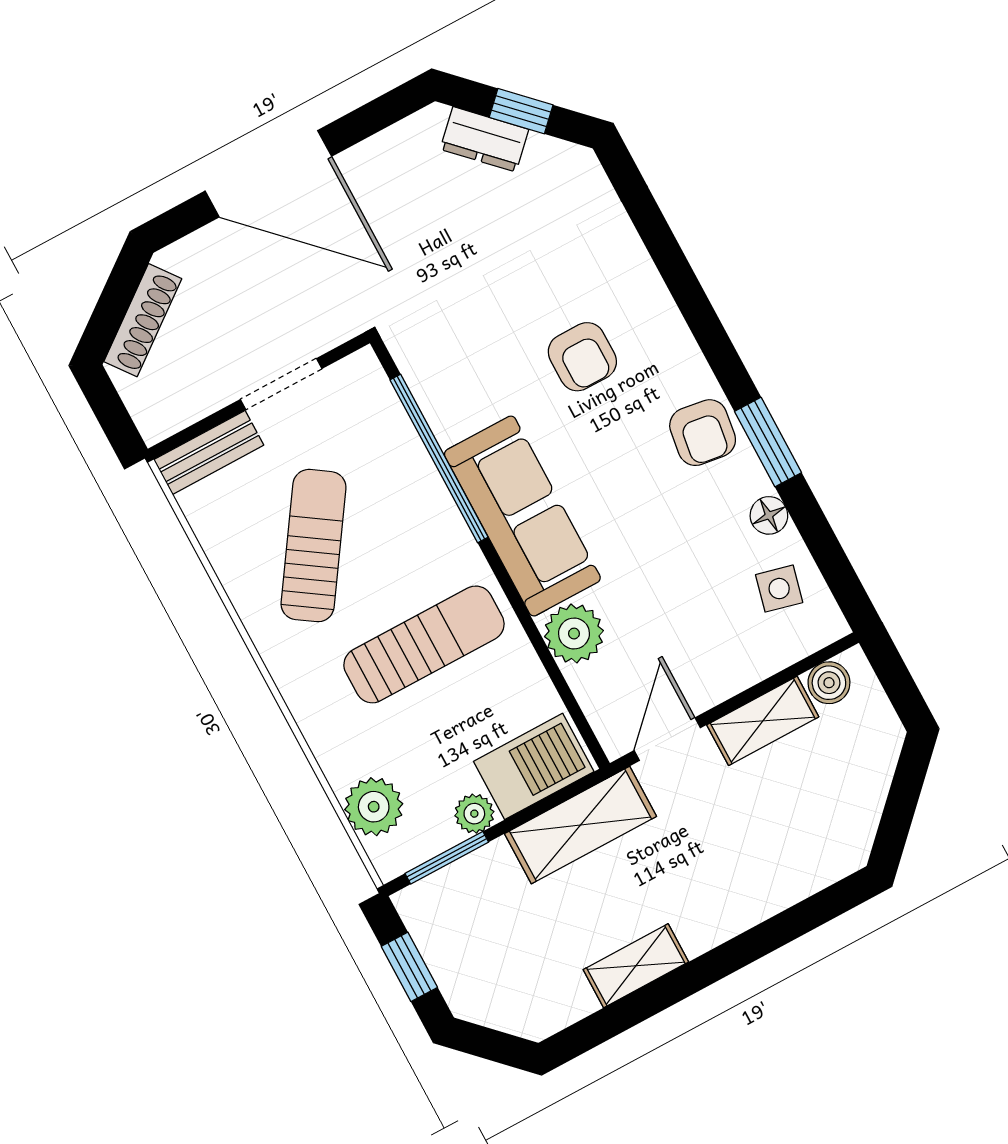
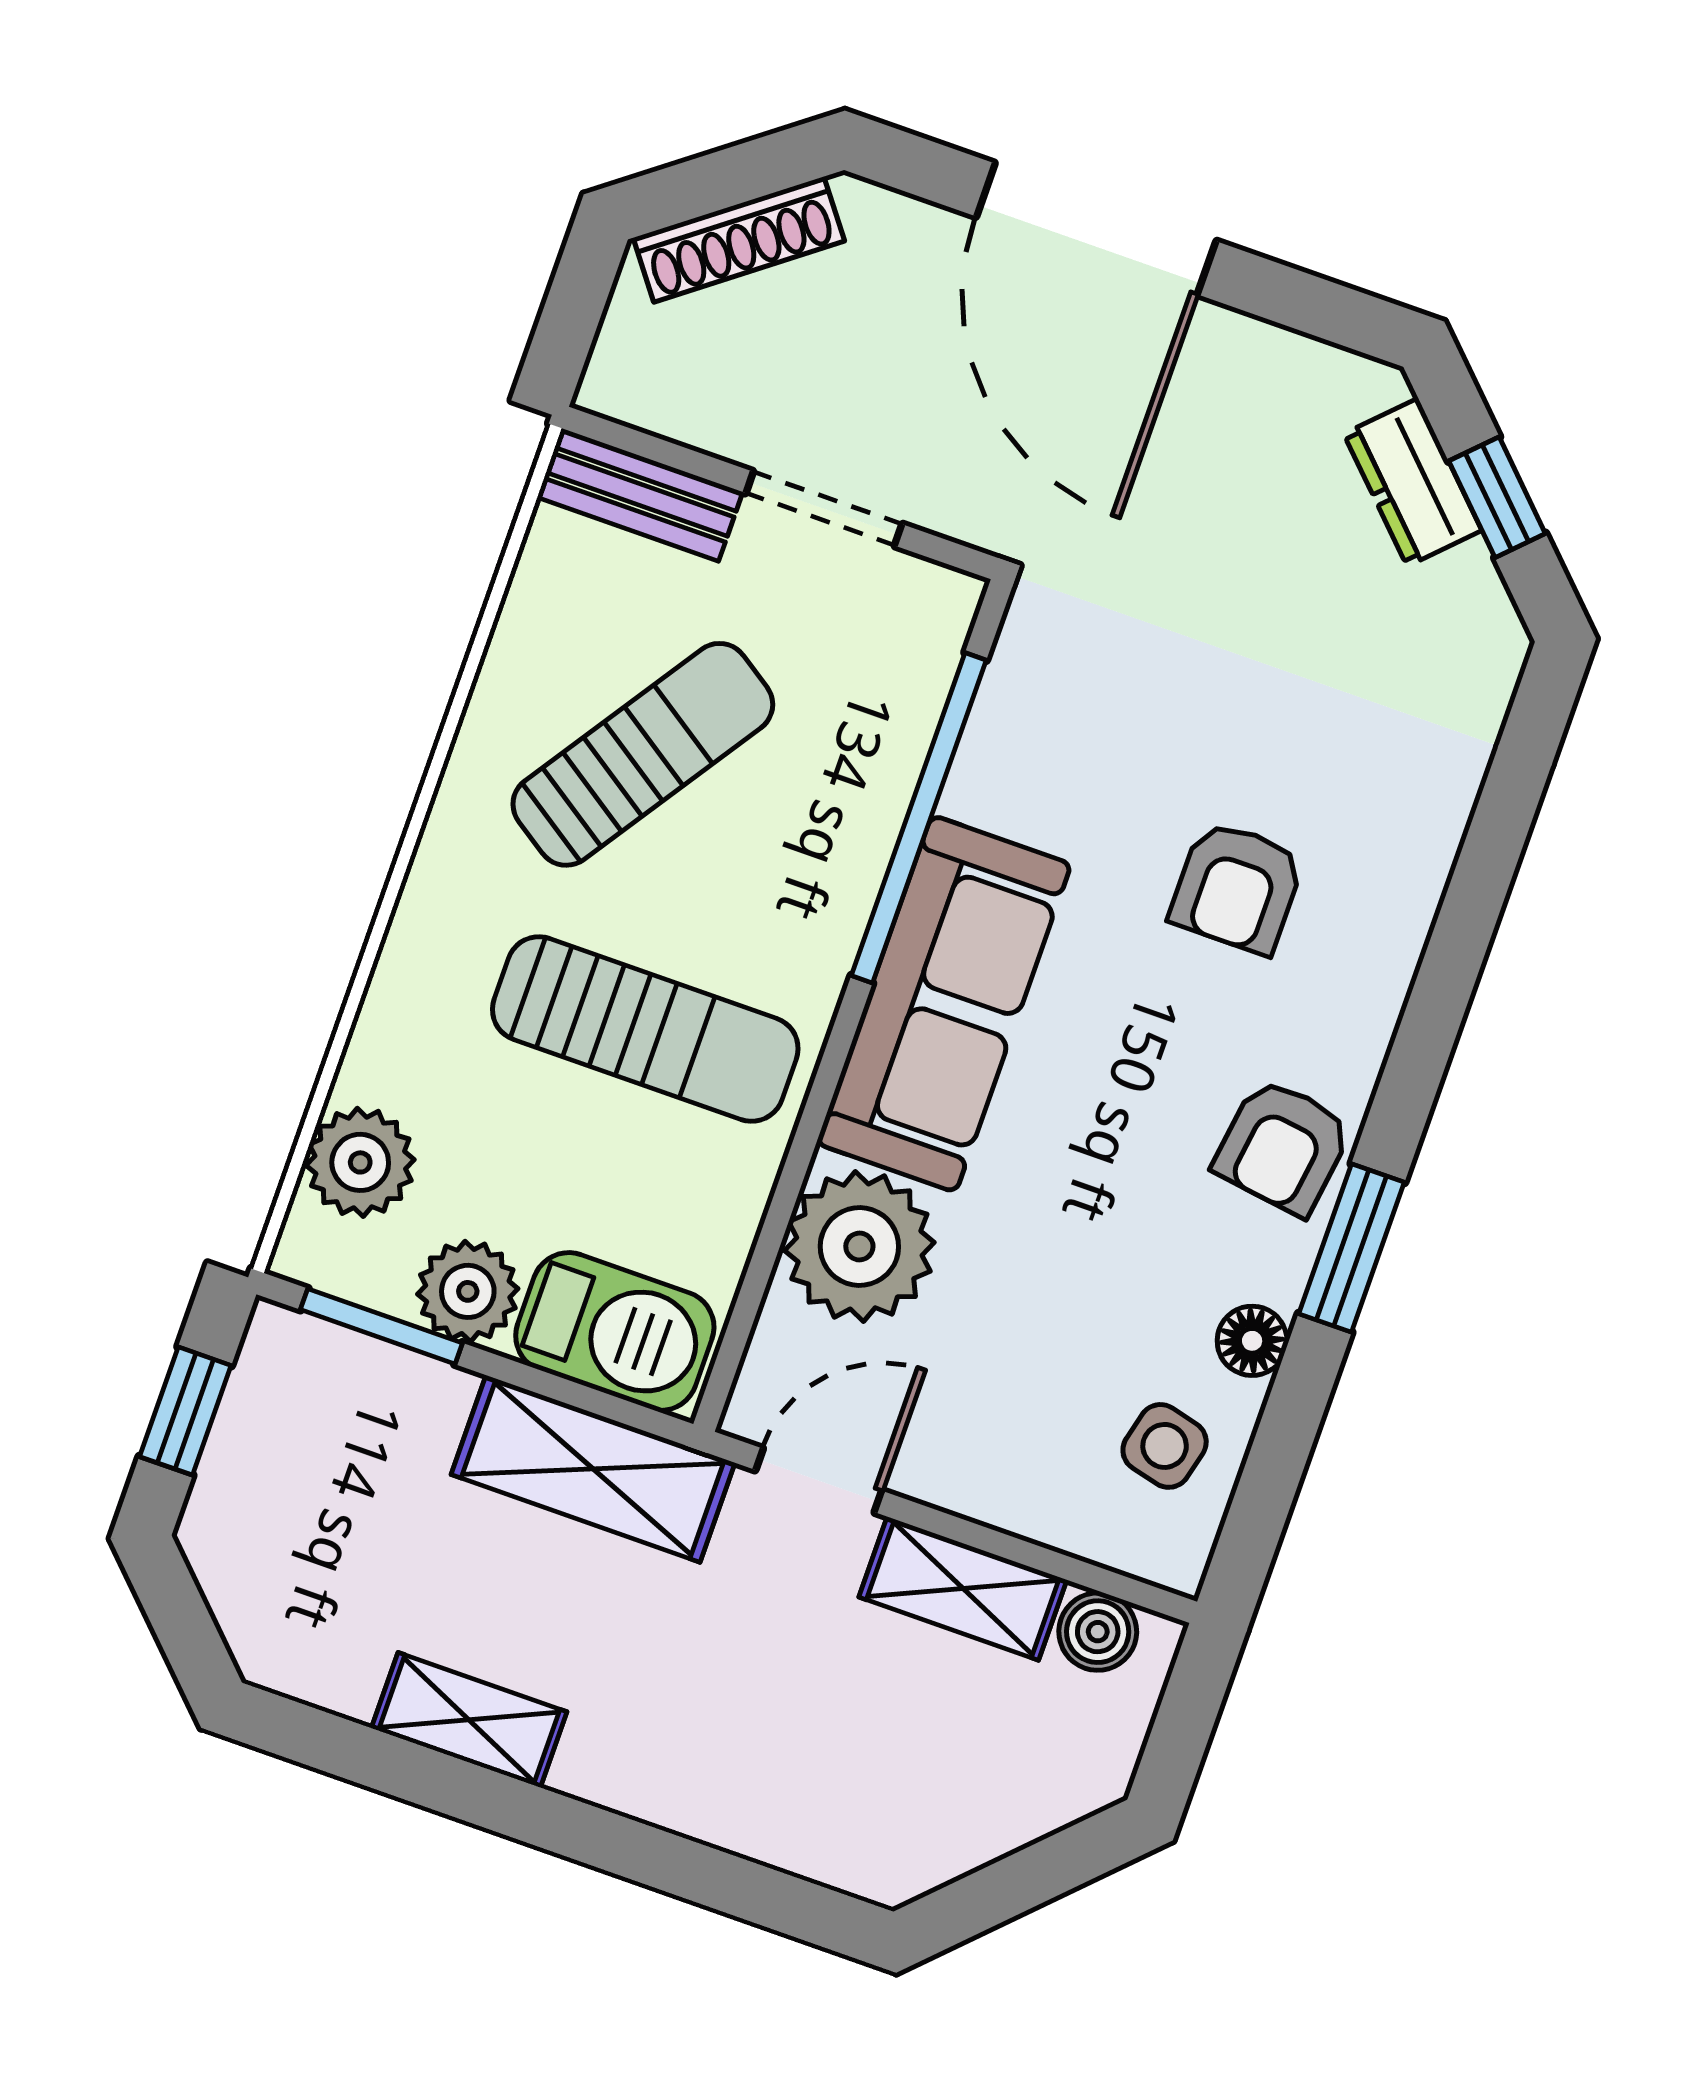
plant: (574, 634) -> (859, 1246), width x1.36, depth x1.36
plant: (474, 814) -> (468, 1291), width x1.38, depth x1.38

